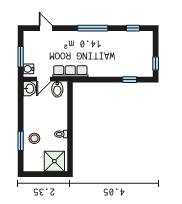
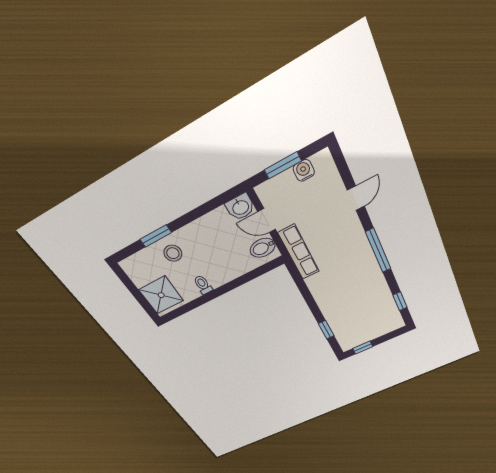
door: (46, 28) -> (356, 198), moved
water cooler: (28, 69) -> (304, 170), moved

